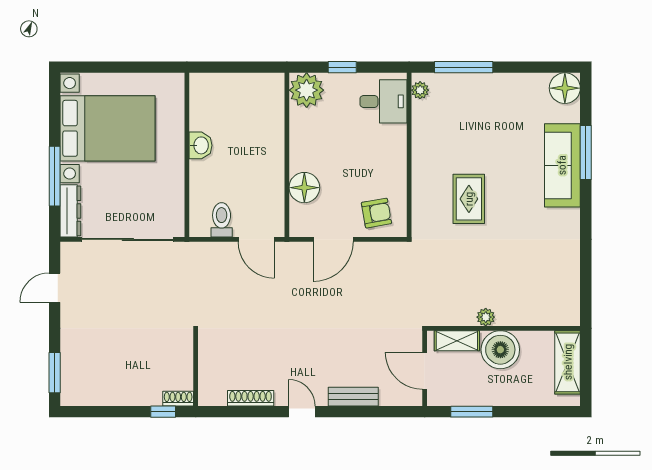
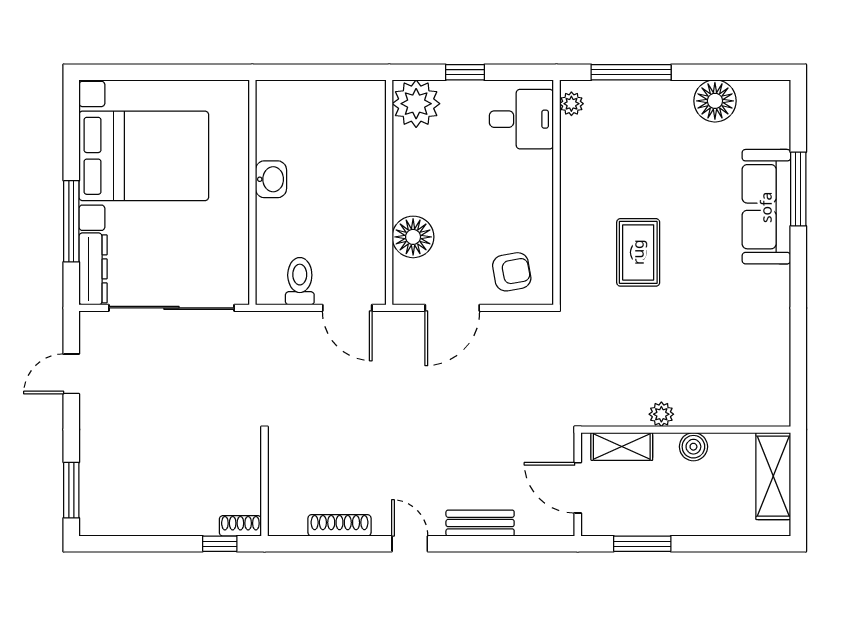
floor lamp: (565, 88) -> (715, 101), moved
boiler: (500, 350) -> (693, 447), width x0.54, depth x0.54

